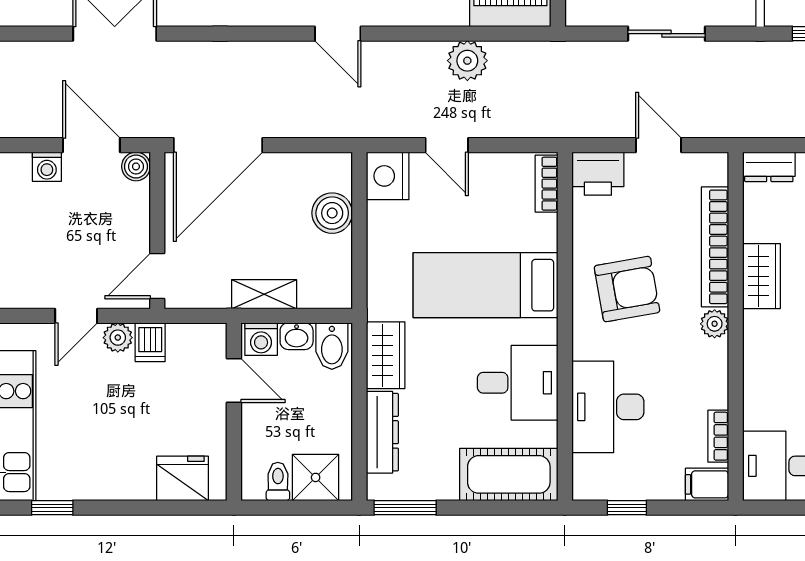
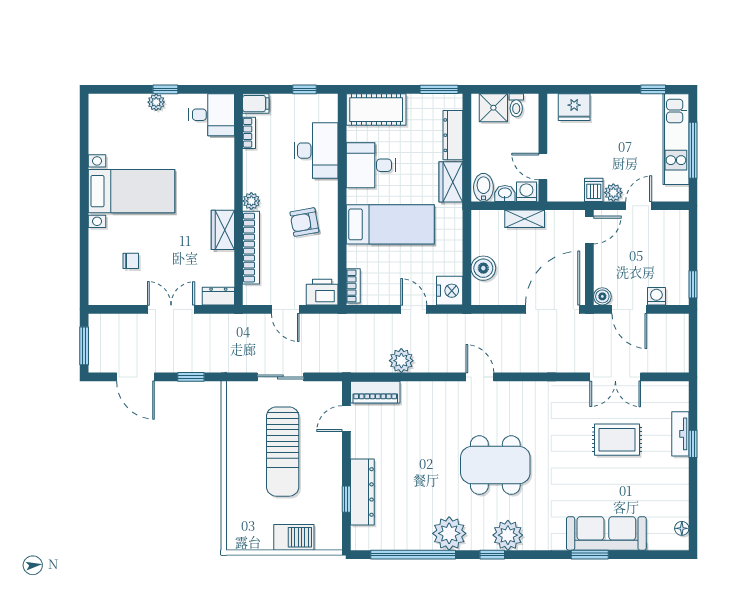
armchair: (627, 289) -> (304, 222), width x0.72, depth x0.72

